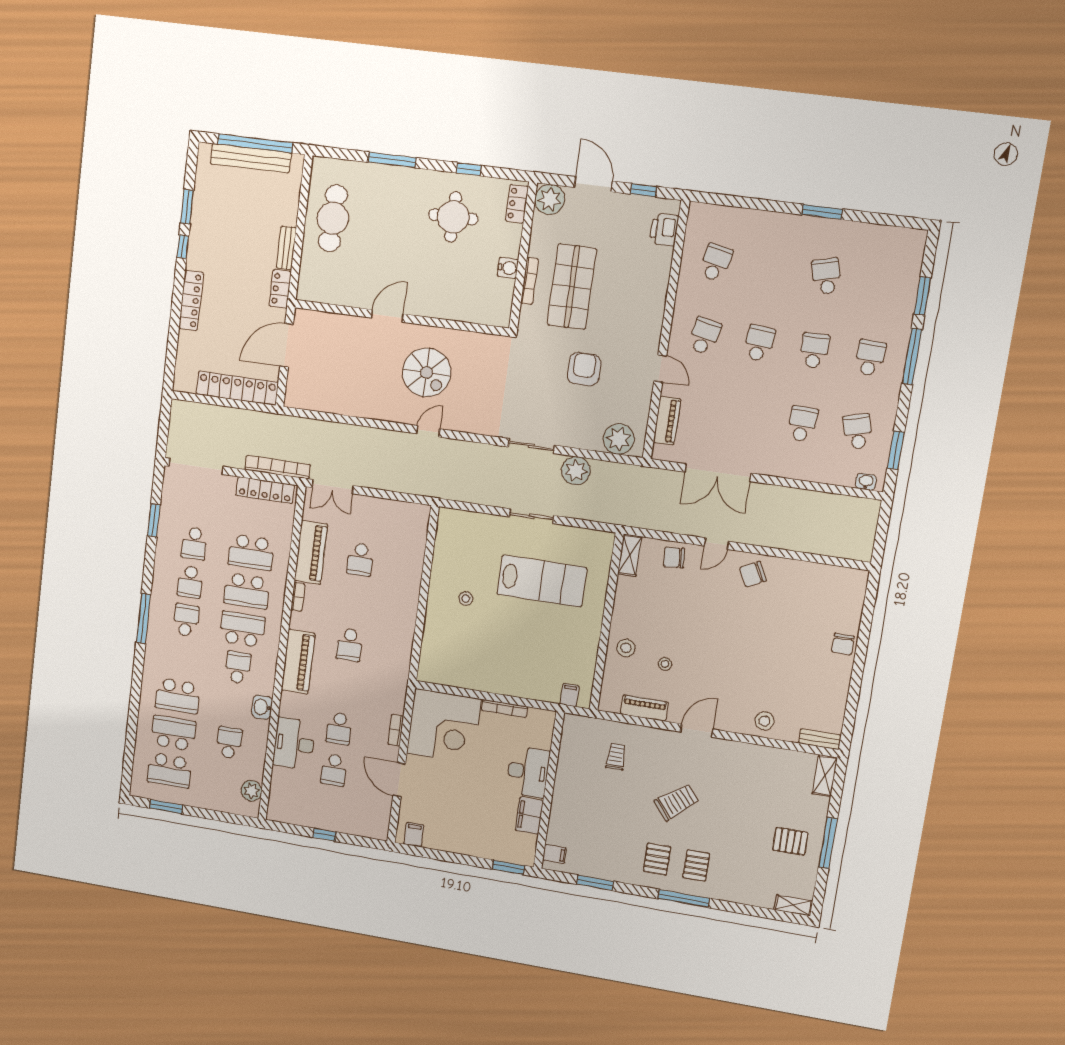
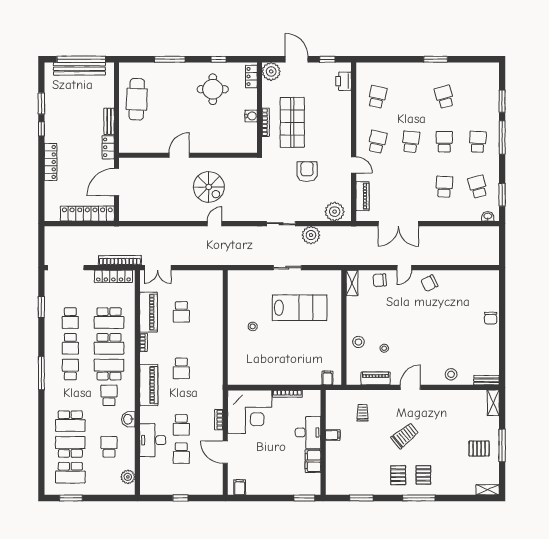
filing cabinet: (555, 854) -> (333, 435), moved

